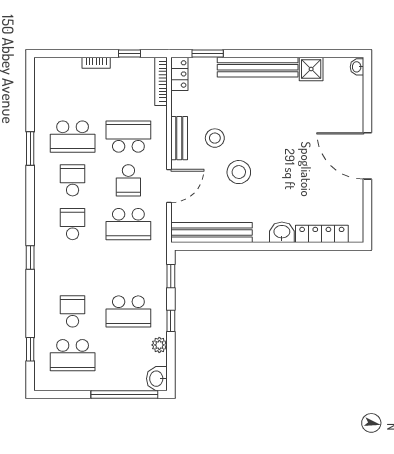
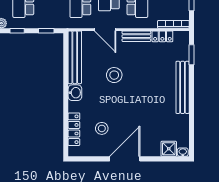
shower: (311, 69) -> (169, 149), moved
locker: (179, 74) -> (162, 36), moved
stool: (215, 138) -> (102, 128), moved
washbasin: (282, 232) -> (75, 93), moved

